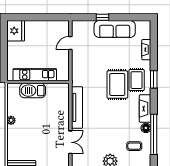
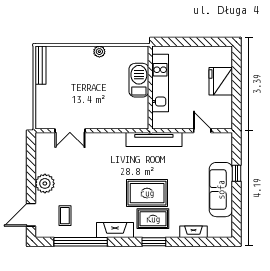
fridge: (16, 31) -> (221, 81), moved, turned 90
tv unit: (77, 107) -> (154, 139), moved
floor lamp: (146, 128) -> (89, 231), removed

